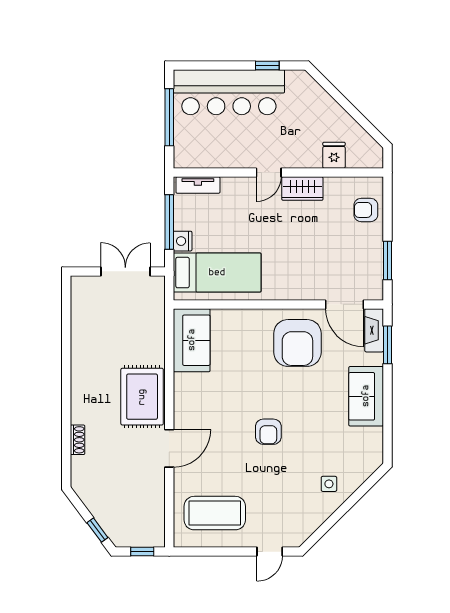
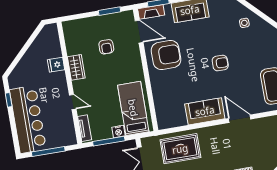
fridge: (334, 155) -> (56, 65), moved
door: (269, 173) -> (73, 102), moved
armchair: (366, 210) -> (106, 47), moved
door: (345, 304) -> (139, 32), hinge flipped
sofa: (192, 340) -> (205, 111), moved
rug: (142, 397) -> (180, 149), moved

